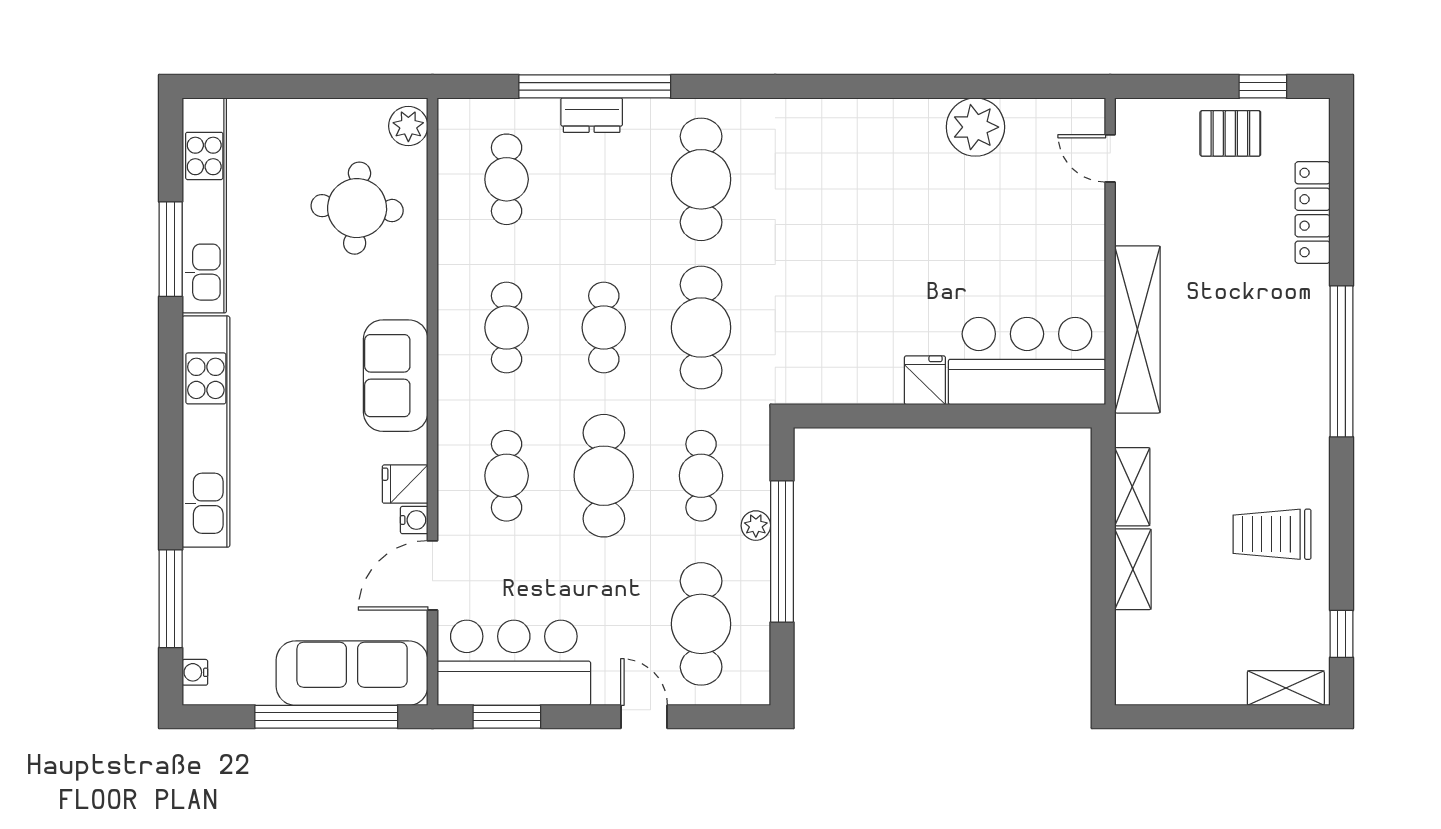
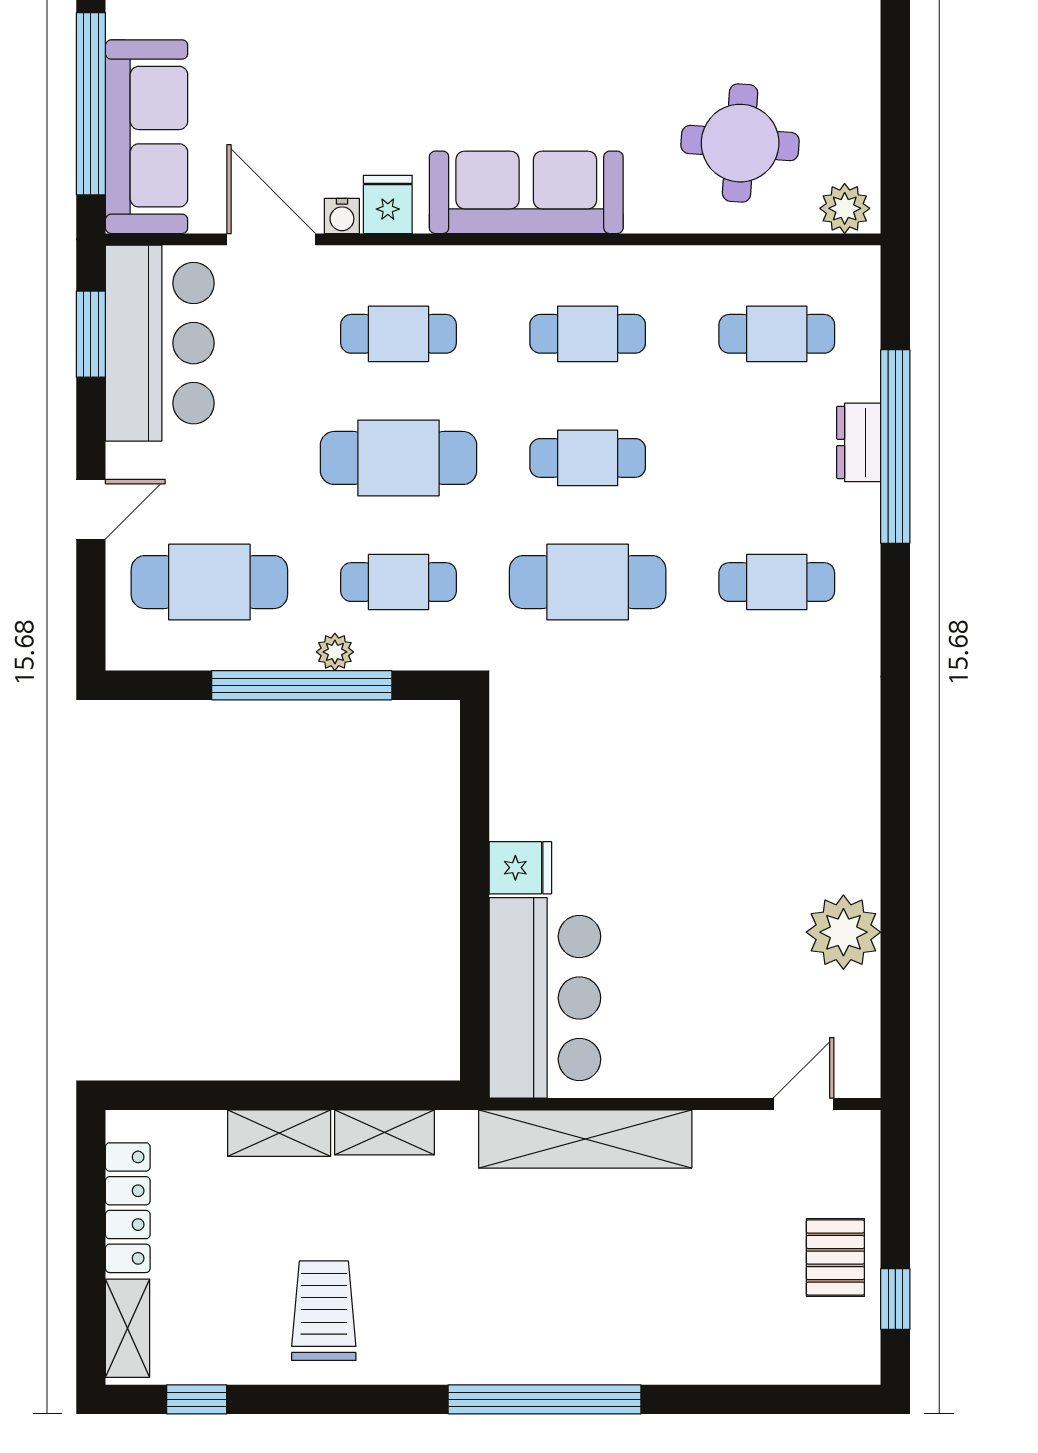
cafe table: (701, 179) -> (777, 582), width x0.73, depth x0.74
locker: (1313, 212) -> (128, 1208), moved, turned 90
sofa: (396, 376) -> (526, 192), width x1.36

